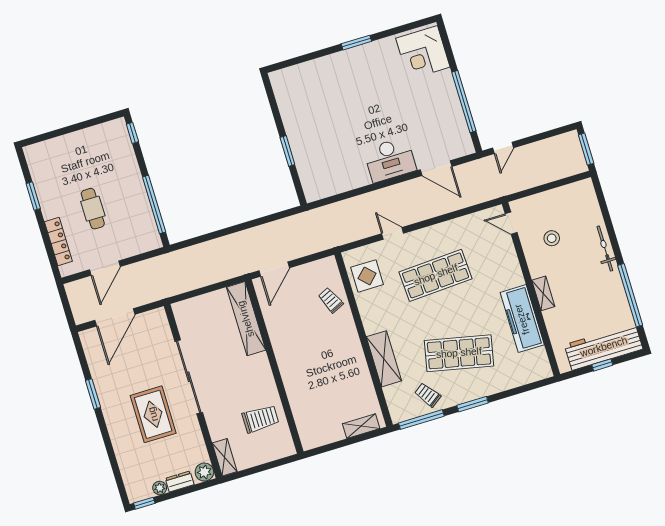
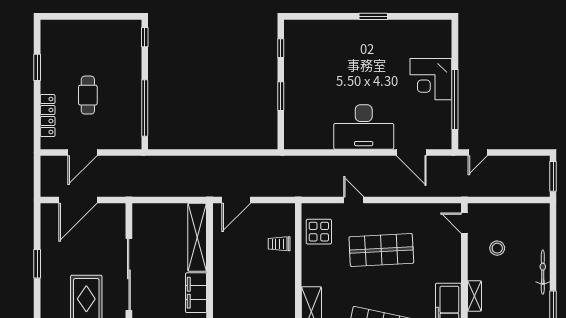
corner desk: (423, 53) -> (431, 79), moved
window: (273, 103) -> (281, 48), added
desk: (390, 160) -> (364, 127), width x1.36, depth x1.30
trolley: (331, 300) -> (279, 244), turned -65
filing cabinet: (262, 375) -> (196, 293), added

